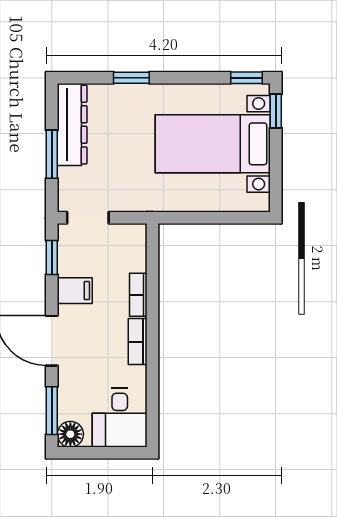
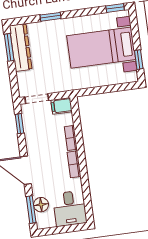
window: (276, 111) -> (139, 60), moved
window: (52, 154) -> (9, 47), moved
filing cabinet: (75, 291) -> (62, 106), moved, turned 180
floor lamp: (70, 434) -> (41, 205), moved

